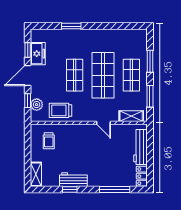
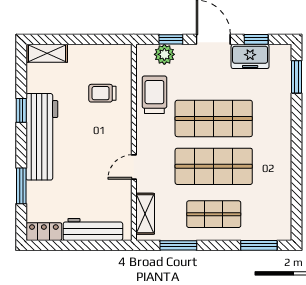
window: (71, 26) -> (297, 77), moved
window: (150, 61) -> (259, 245), moved
shop shelf: (75, 75) -> (214, 118), width x1.43, depth x1.36
trolley: (49, 141) -> (102, 93), moved
workbench: (73, 180) -> (42, 137), width x1.88, depth x1.32
window: (115, 190) -> (21, 186), width x0.69

